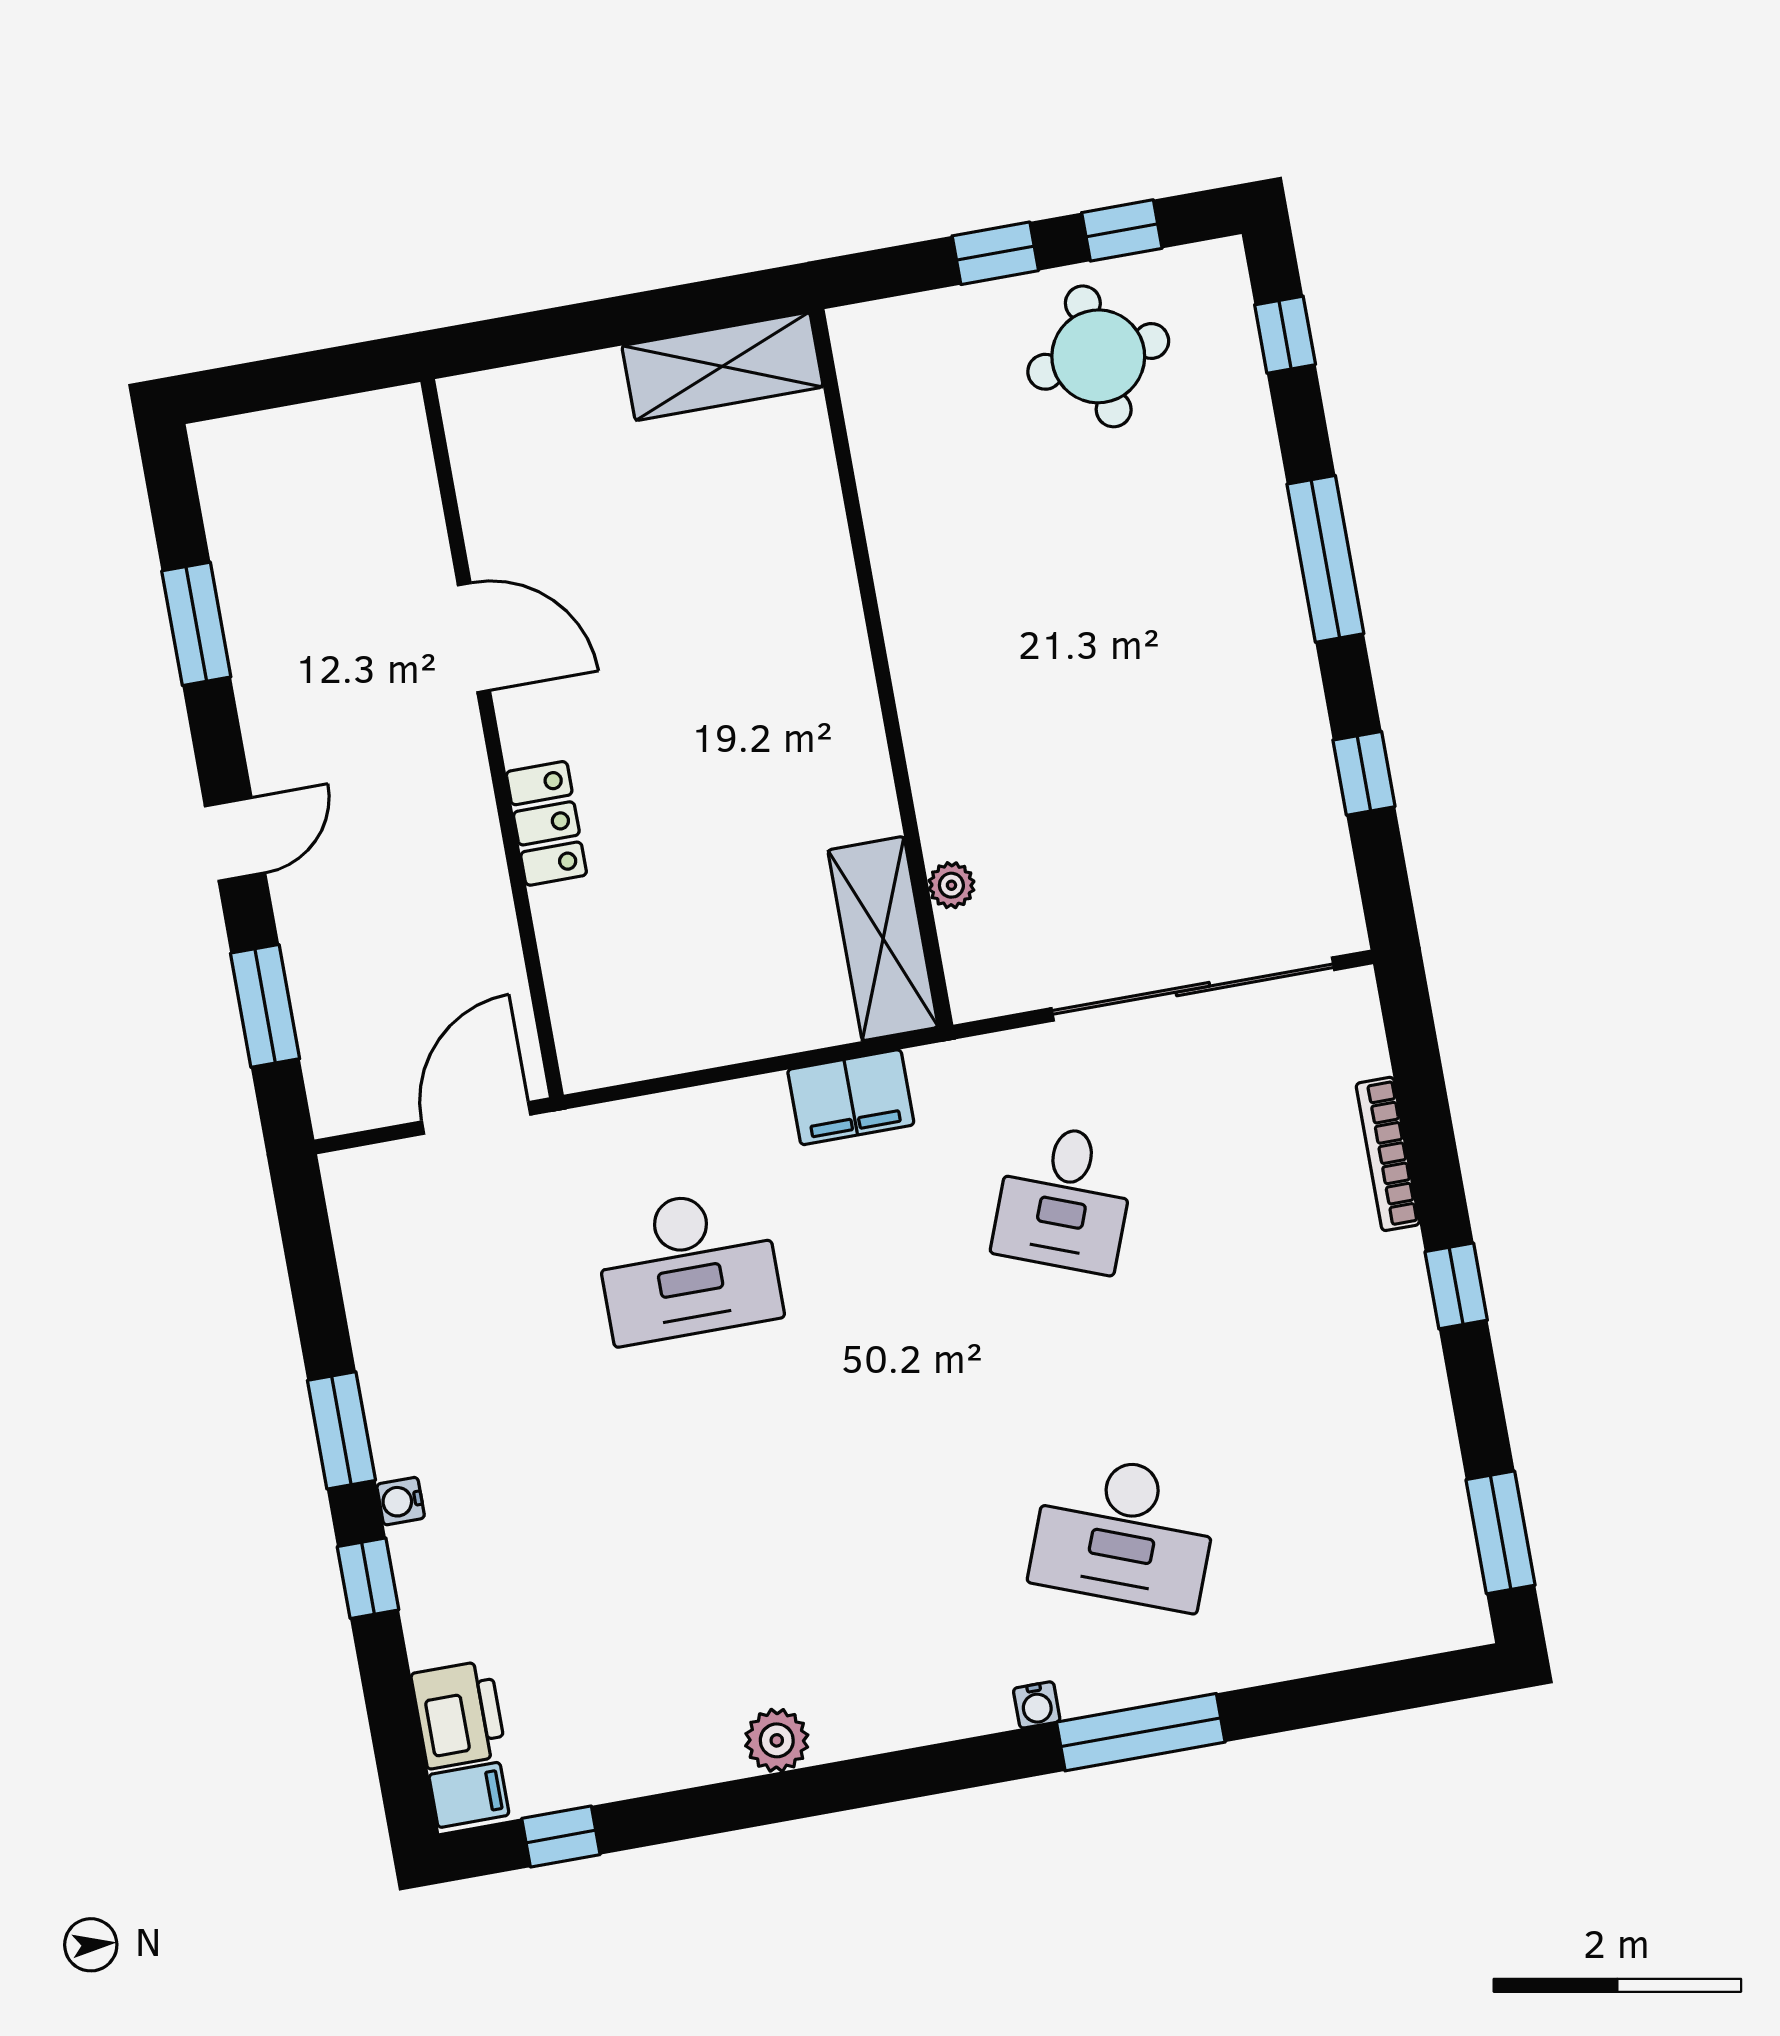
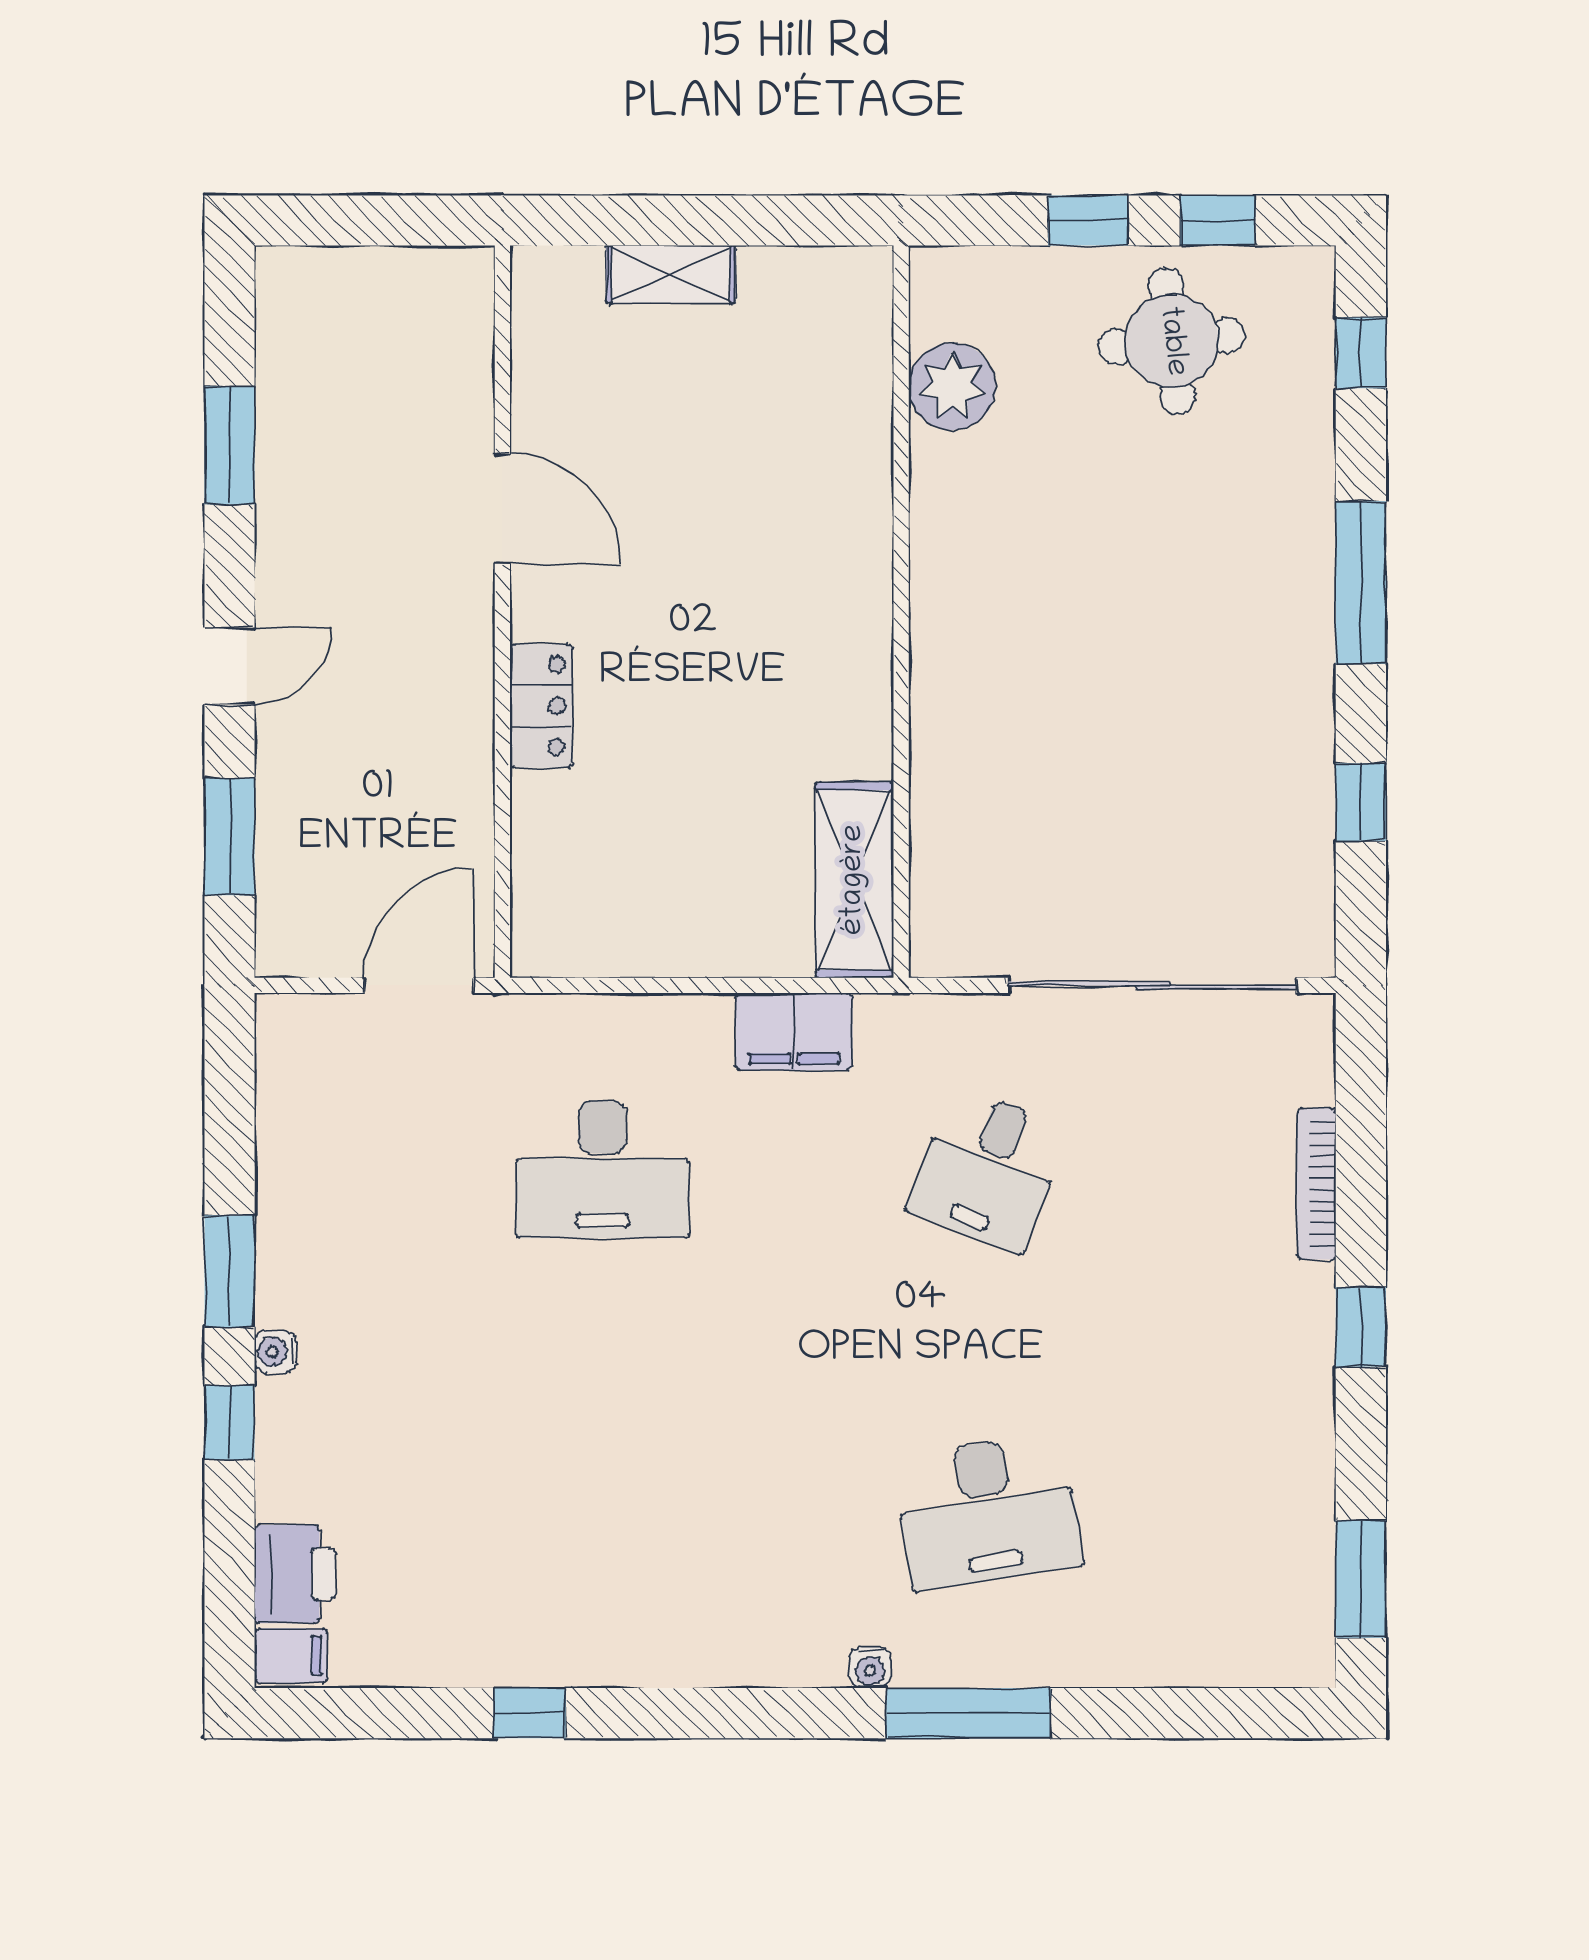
shelving: (722, 366) -> (671, 274), moved, width x0.67, depth x0.75
plant: (951, 885) -> (952, 387), moved, width x1.87, depth x1.87
desk: (1124, 1532) -> (988, 1511), turned -30
plant: (777, 1740) -> (606, 1656), removed
window: (561, 1836) -> (530, 1713), moved

